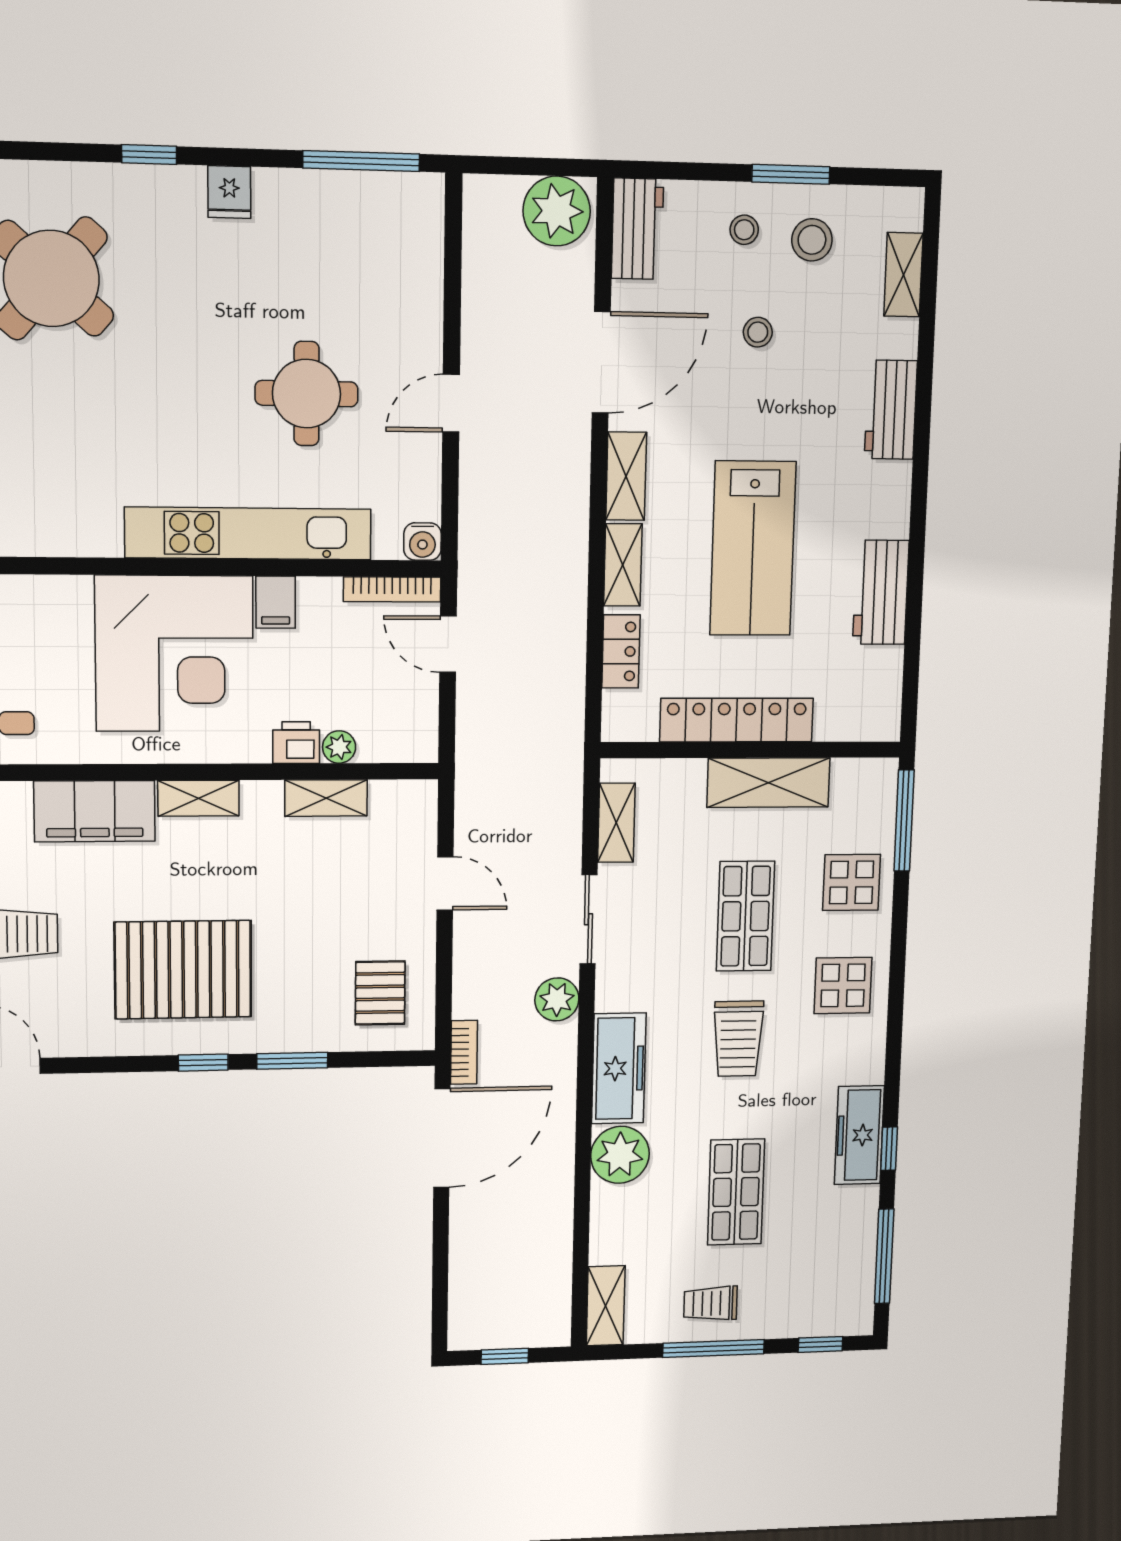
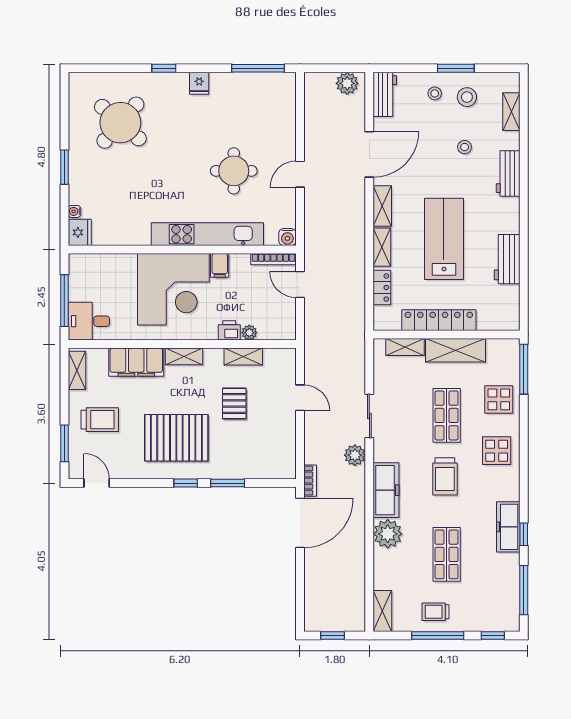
plant: (557, 211) -> (347, 83), width x0.73, depth x0.73
stool: (758, 332) -> (465, 147), moved
lab bench: (753, 548) -> (444, 239), turned 180
shelving: (616, 823) -> (405, 347), moved, turned 90
pallet: (380, 993) -> (234, 404), moved

